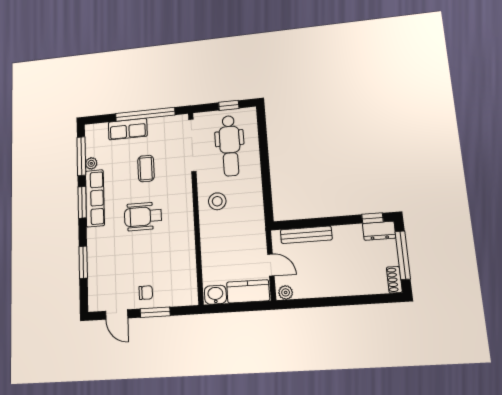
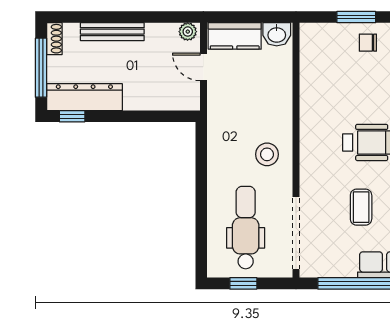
dresser: (379, 231) -> (84, 97), width x1.96, depth x1.24
bench: (306, 235) -> (112, 32), moved

